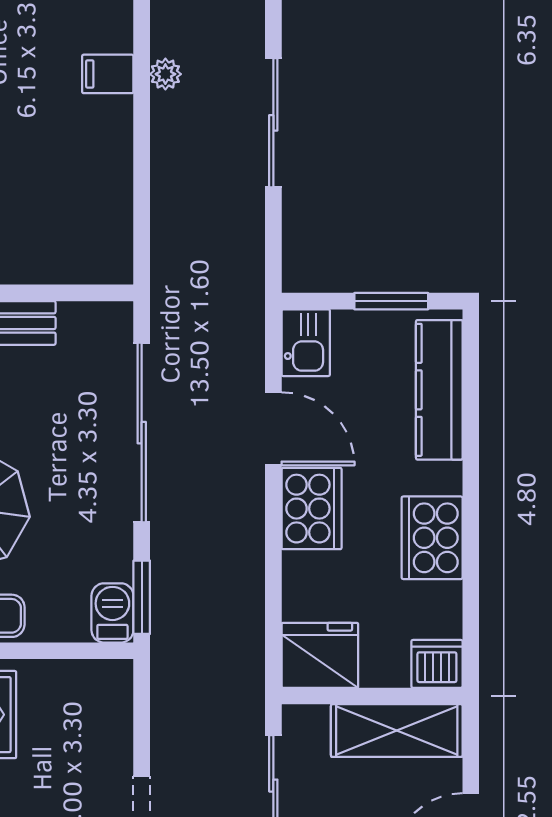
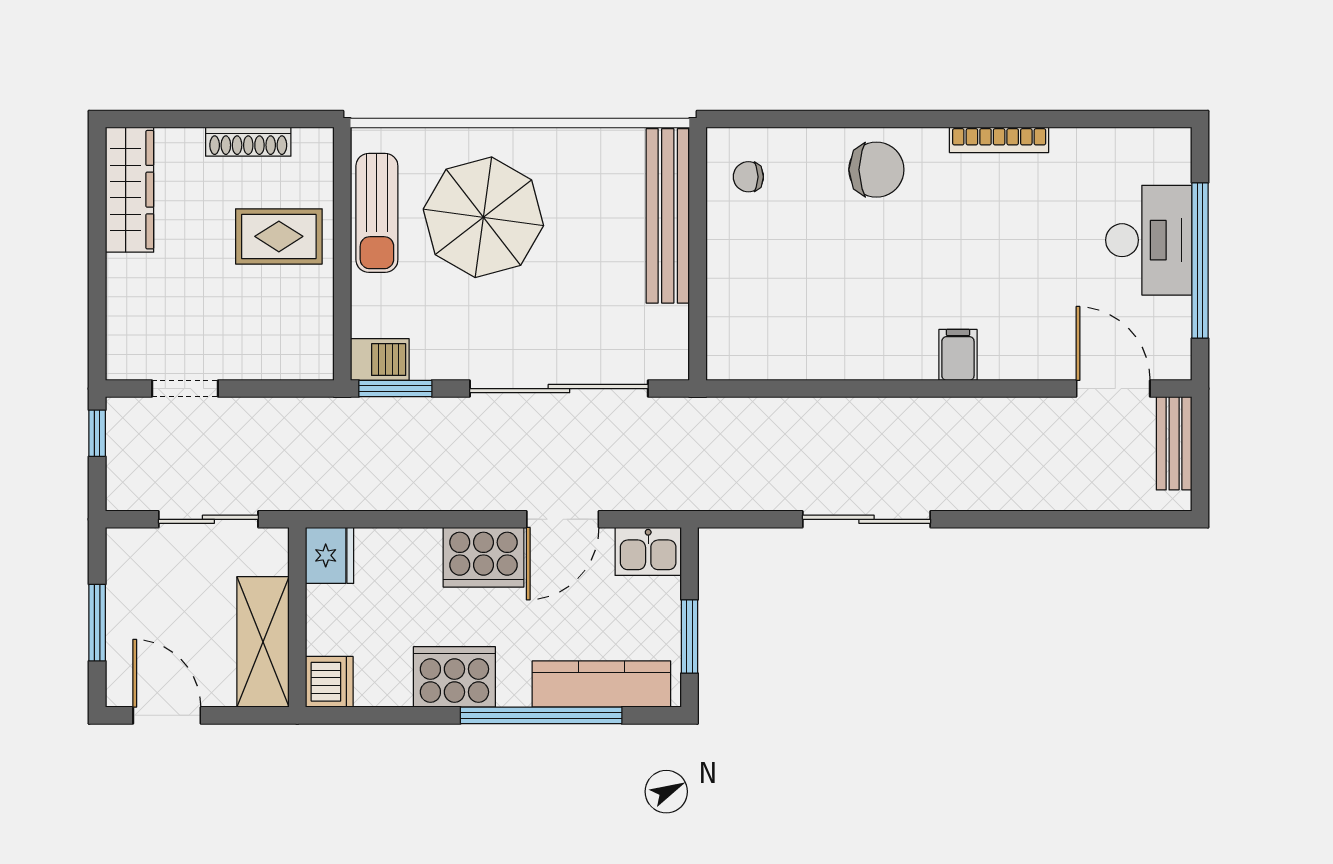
filing cabinet: (108, 74) -> (958, 355), moved
plant: (165, 74) -> (915, 412), removed
window: (471, 451) -> (541, 715), added
fridge: (320, 655) -> (330, 555), width x0.73, depth x0.75

